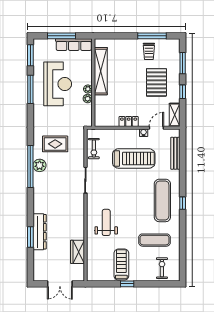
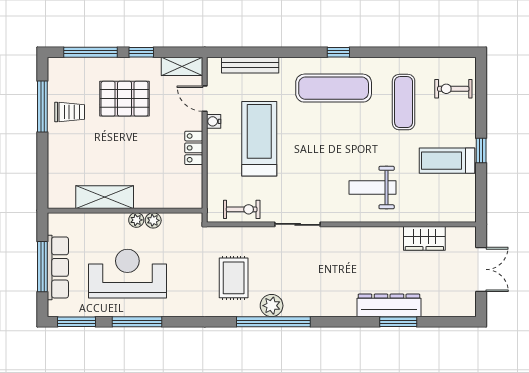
row of seats: (74, 45) -> (58, 267), moved
window: (183, 63) -> (91, 52), width x1.44
shelving: (101, 71) -> (105, 197), width x0.68

